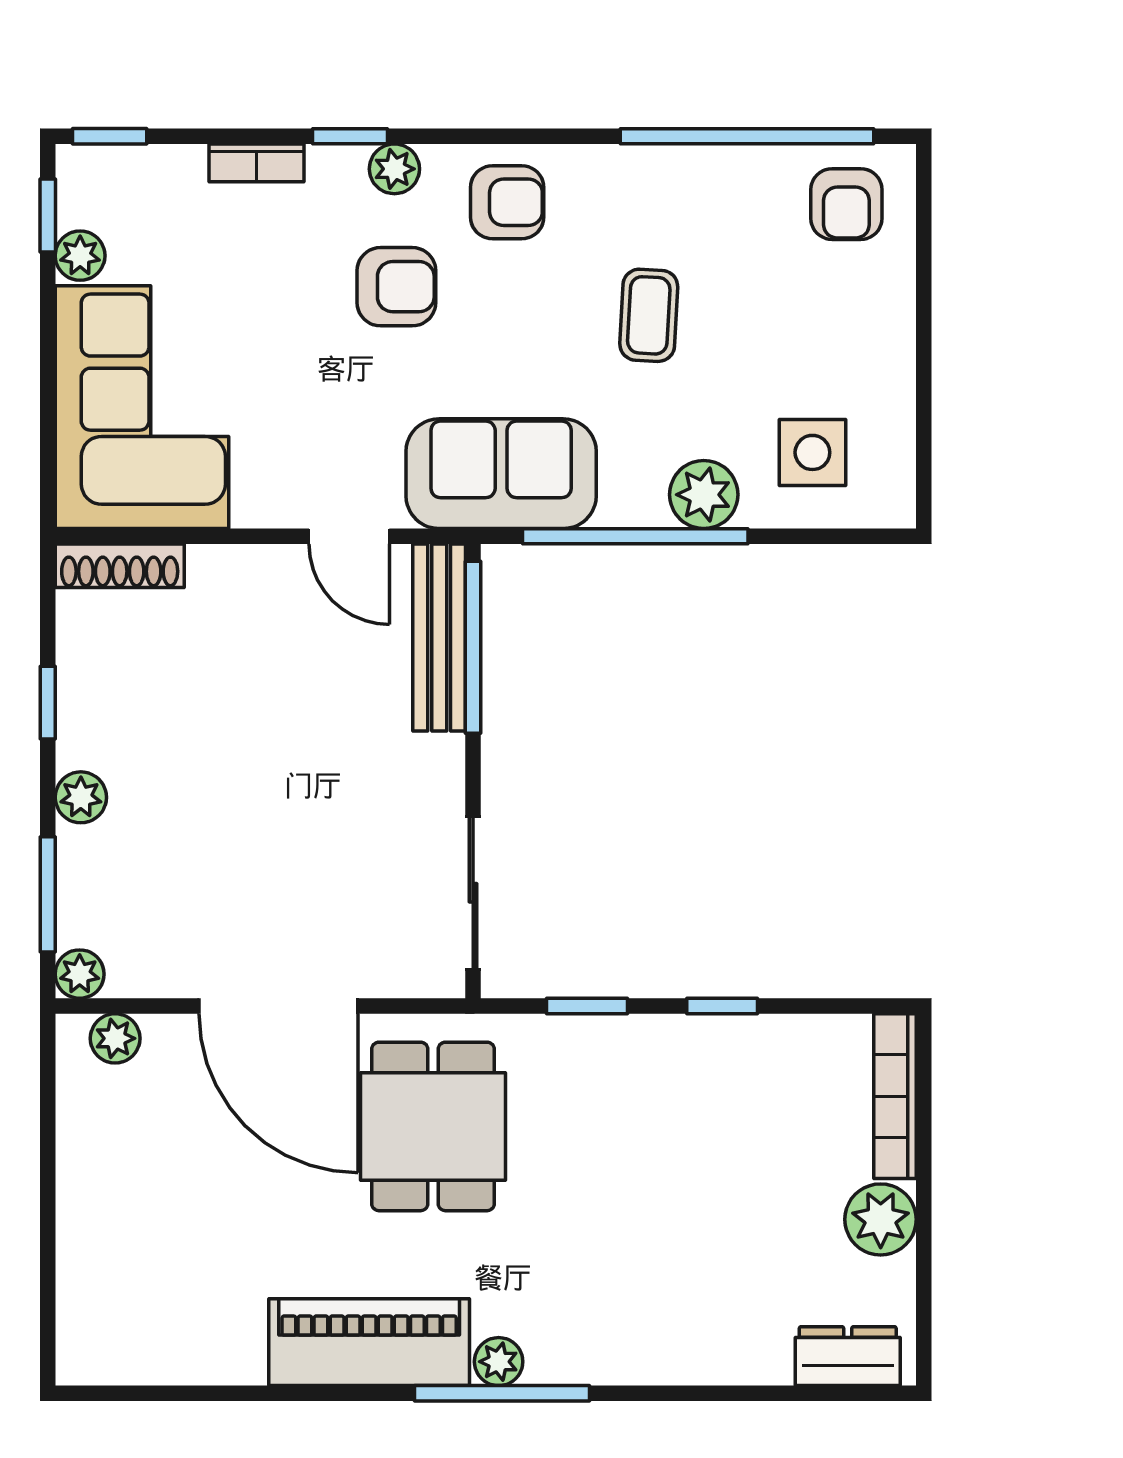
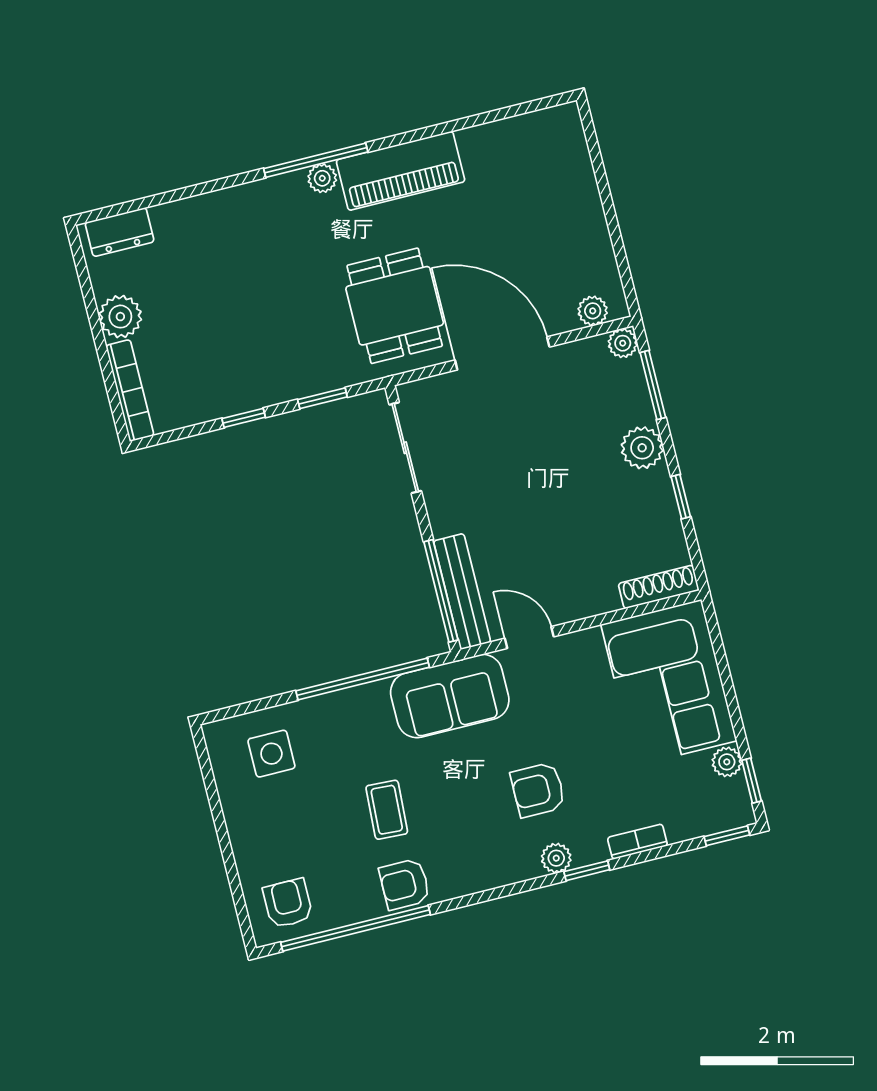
armchair: (507, 202) -> (405, 884), moved
plant: (704, 495) -> (329, 713), removed
plant: (81, 797) -> (642, 448), width x1.38, depth x1.38

